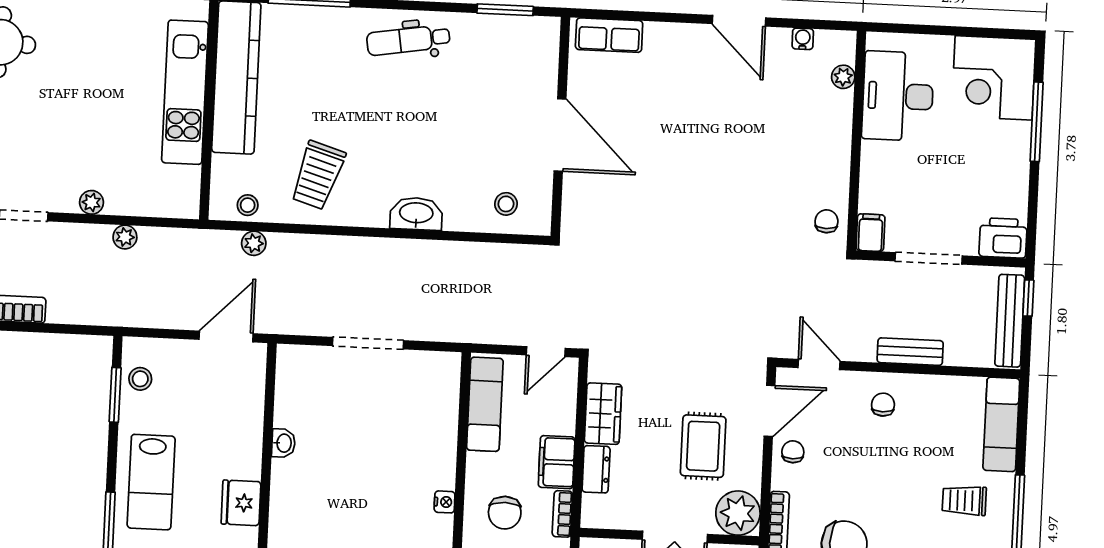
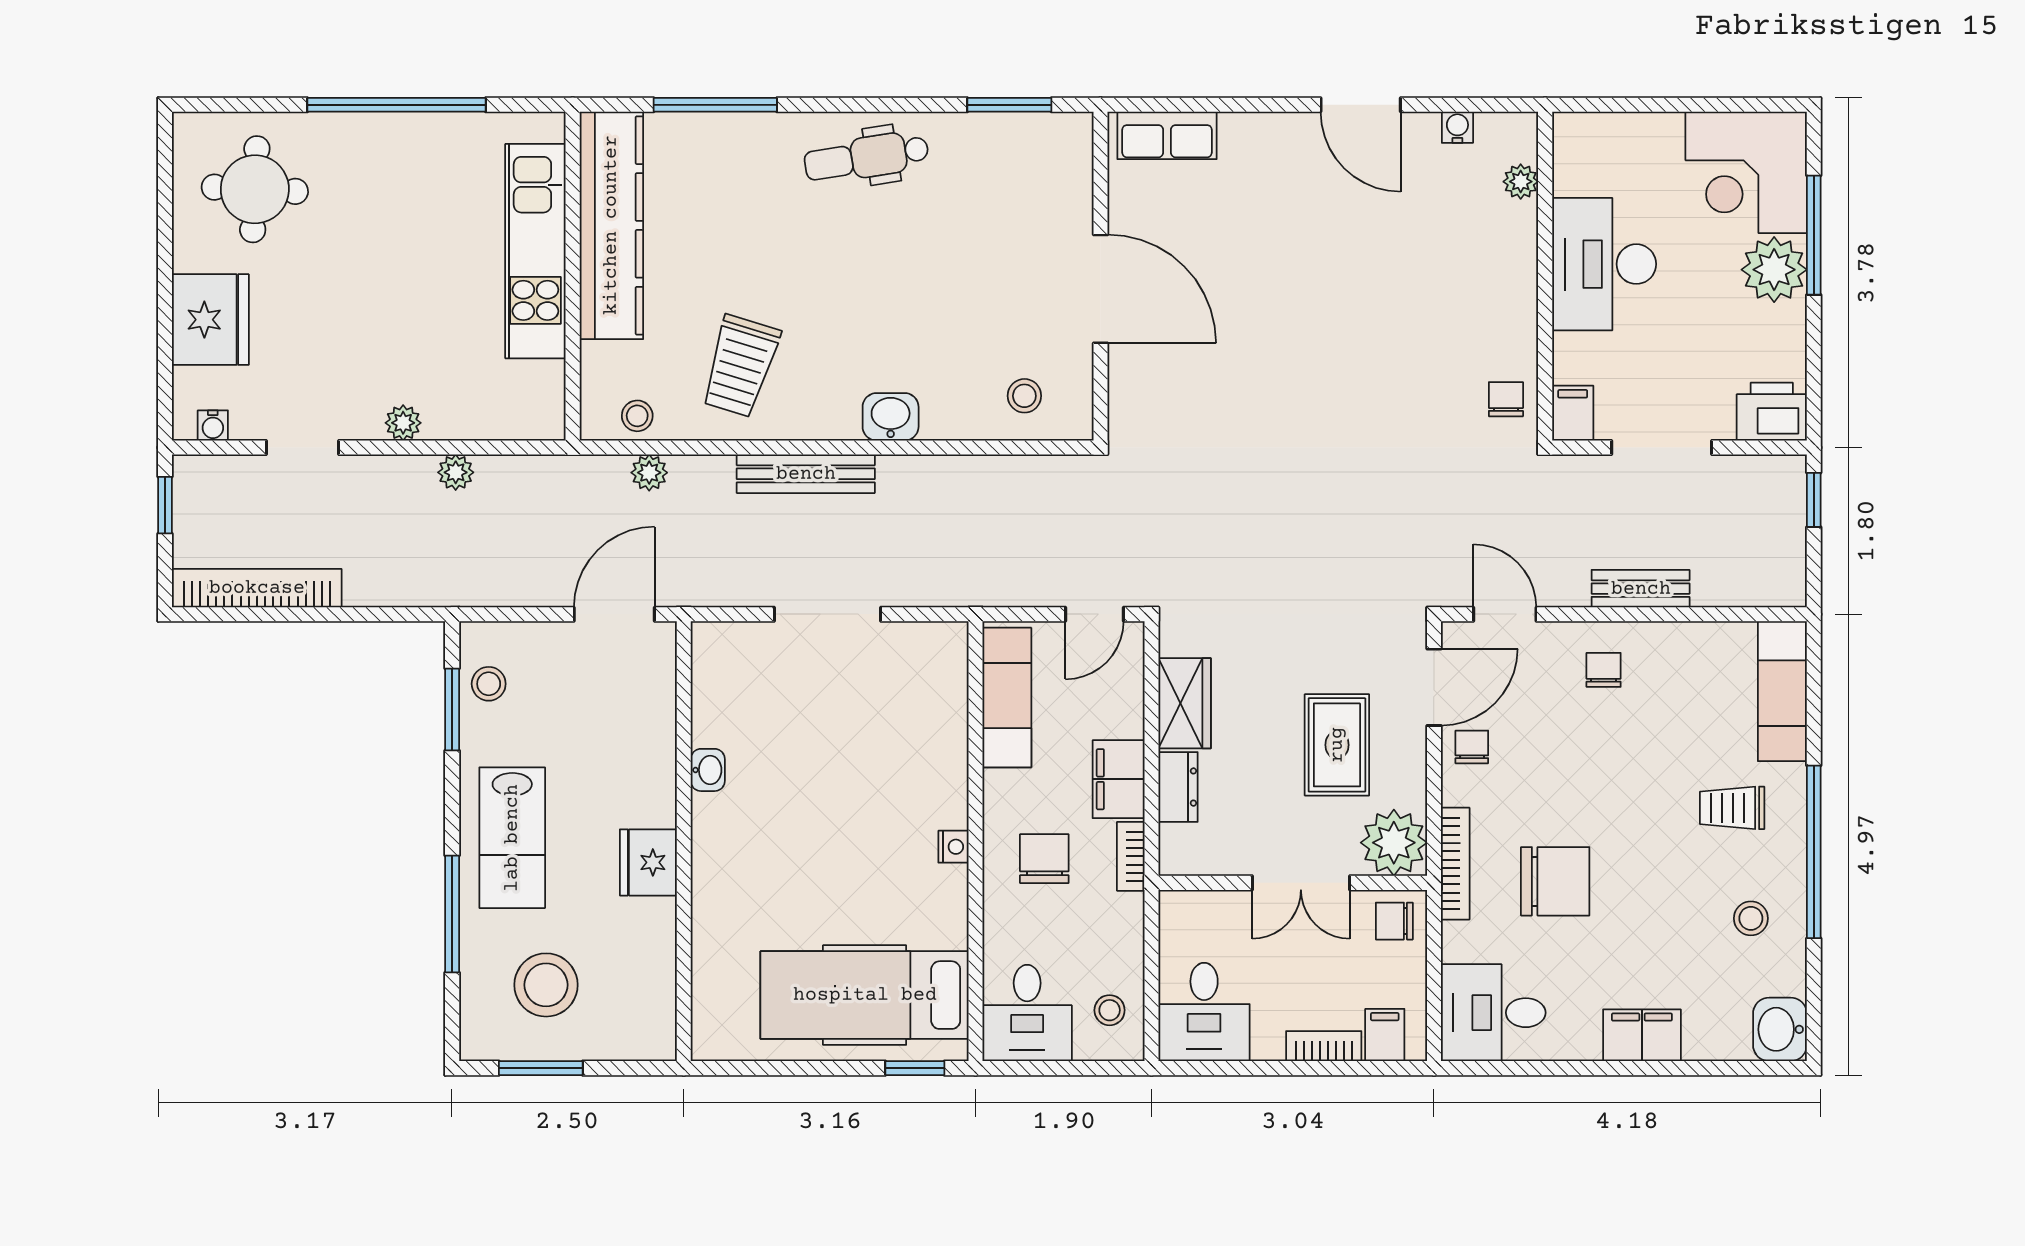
desk: (898, 96) -> (1604, 264), moved
plant: (1009, 143) -> (1774, 270), added
washbasin: (416, 214) -> (891, 417), width x0.72
bench: (1010, 321) -> (806, 474), moved, turned 90
chair: (505, 513) -> (1044, 859), turned 180

